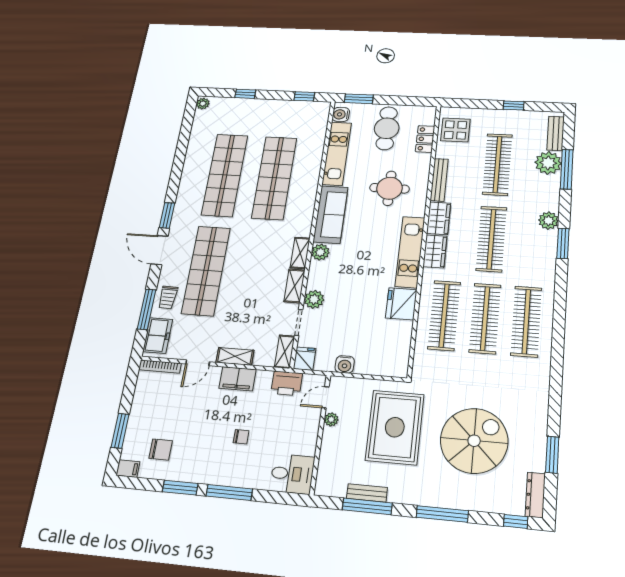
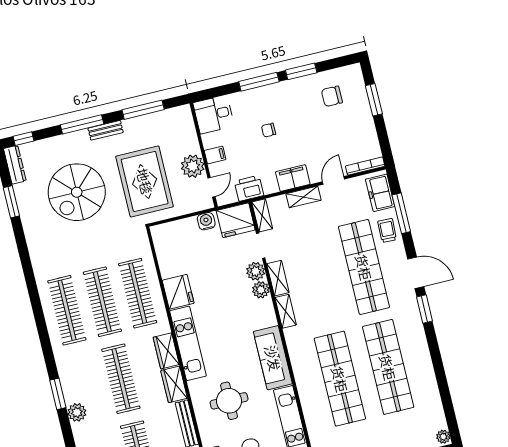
plant: (320, 252) -> (261, 290), moved
fridge: (305, 359) -> (236, 220), width x1.88, depth x1.34
plant: (331, 419) -> (193, 166), width x1.88, depth x1.88
filing cabinet: (128, 469) -> (215, 155), moved, turned 180
bench: (367, 493) -> (106, 130), moved

